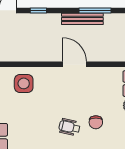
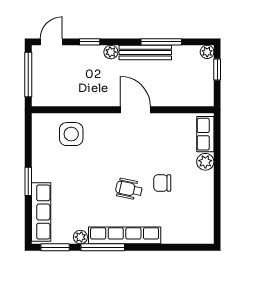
plant: (55, 19) -> (111, 52), added
chair: (96, 122) -> (162, 183), turned 90

